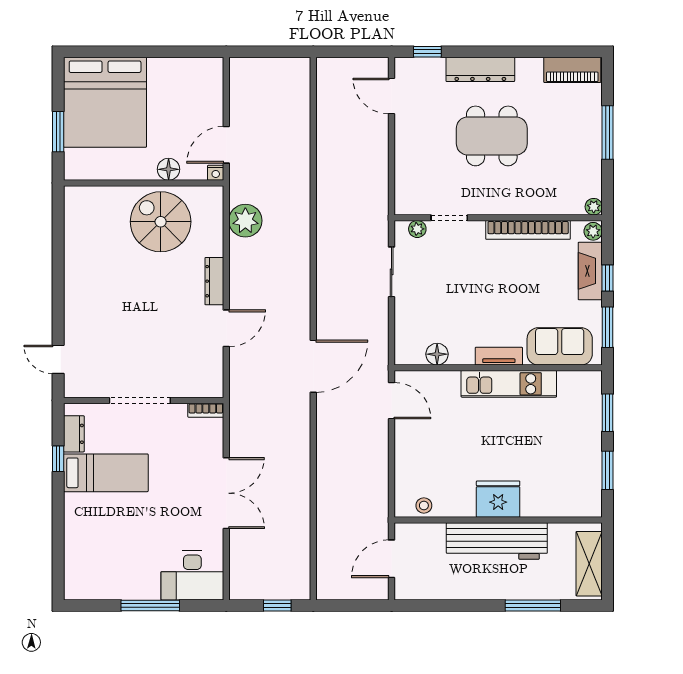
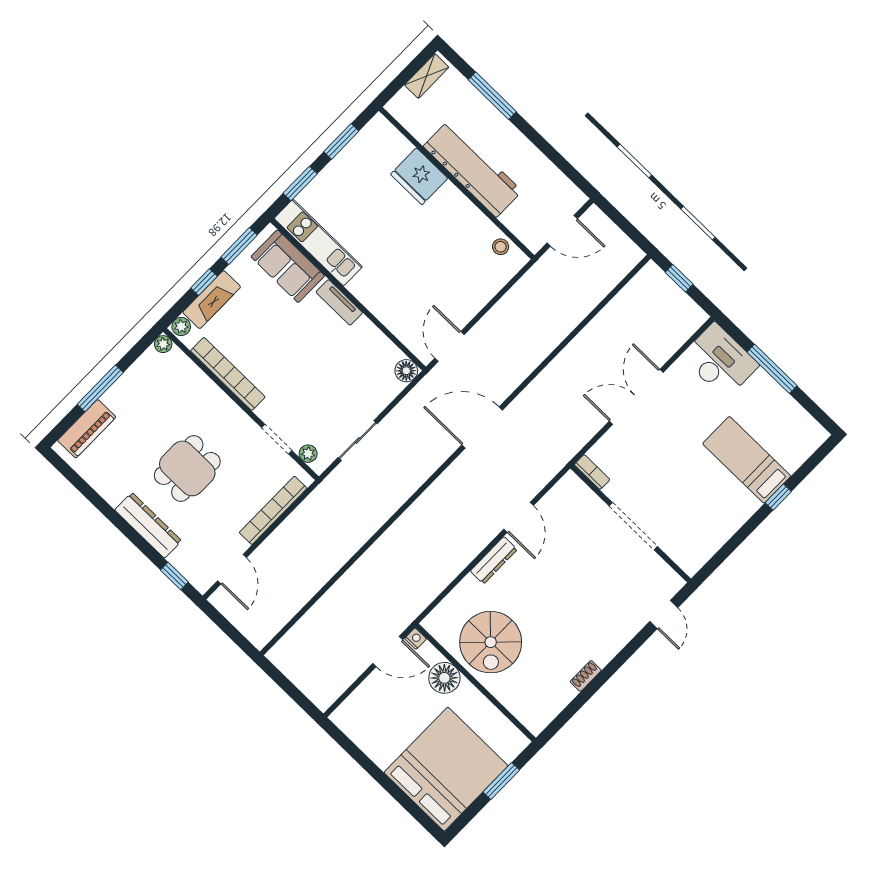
piano: (572, 70) -> (87, 429), moved, turned 90
dining table: (492, 136) -> (187, 468), width x0.73
bookcase: (403, 165) -> (273, 510), added
floor lamp: (169, 169) -> (444, 678), width x1.38, depth x1.38
plant: (245, 221) -> (428, 582), removed
shoe rack: (71, 263) -> (586, 676), added
door: (226, 328) -> (519, 517), swing flipped
floor lamp: (437, 354) -> (406, 371), moved
kitchen unit: (509, 384) -> (318, 243), moved
dresser: (74, 434) -> (705, 549), removed
window: (58, 459) -> (778, 497), moved
bed: (106, 473) -> (747, 460), moved
fridge: (498, 499) -> (419, 176), moved
shelving: (589, 564) -> (427, 76), width x0.67, depth x0.75

